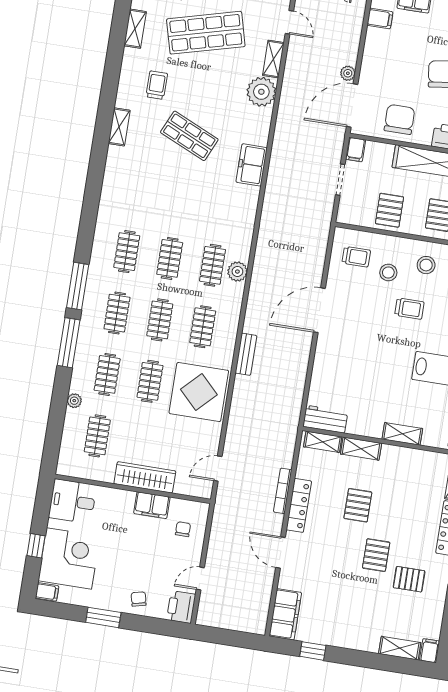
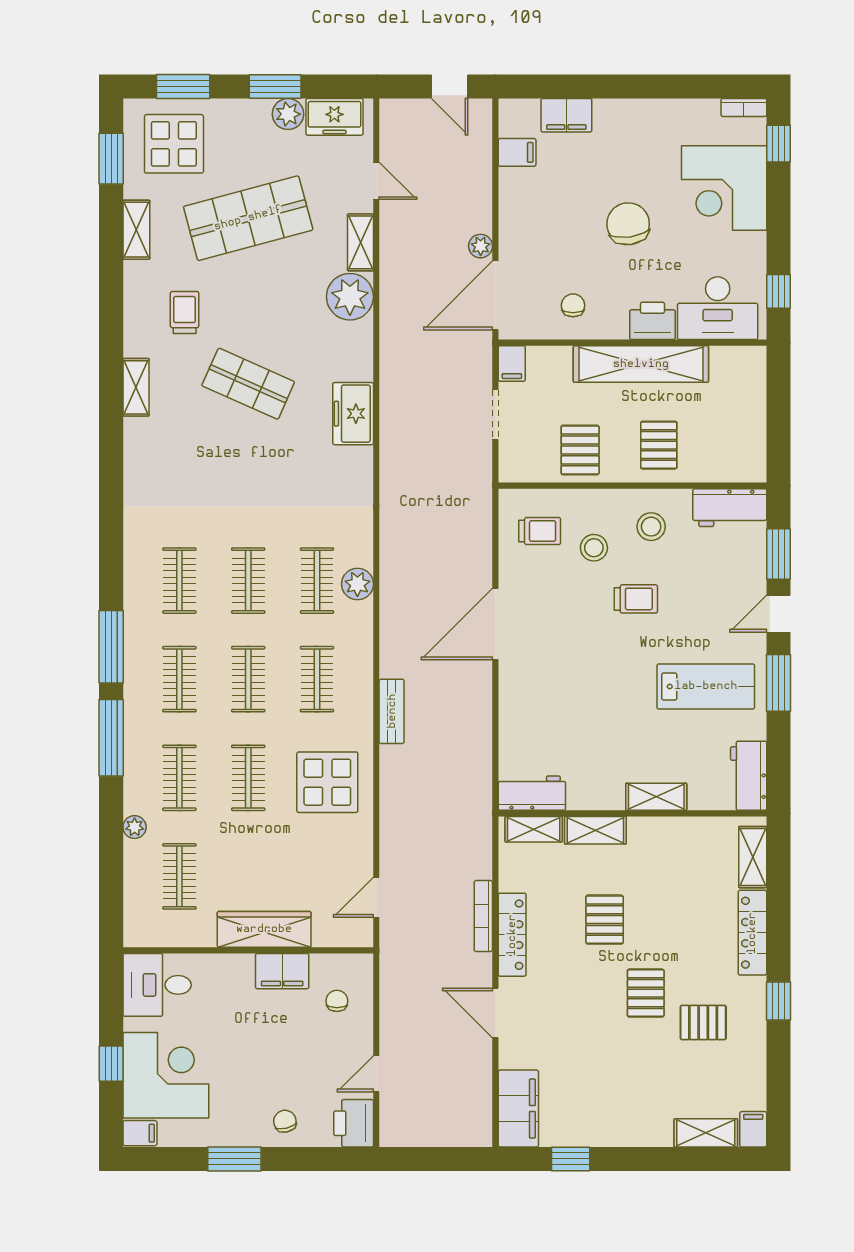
chair: (399, 119) -> (573, 305), width x0.54, depth x0.54
display table: (199, 392) -> (327, 782), width x0.73, depth x0.73

